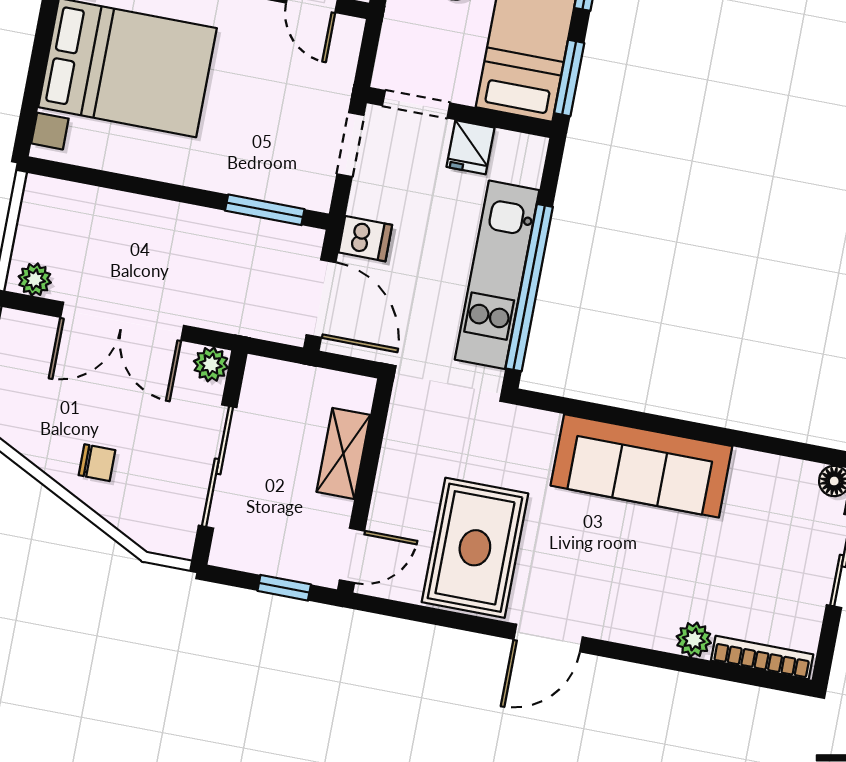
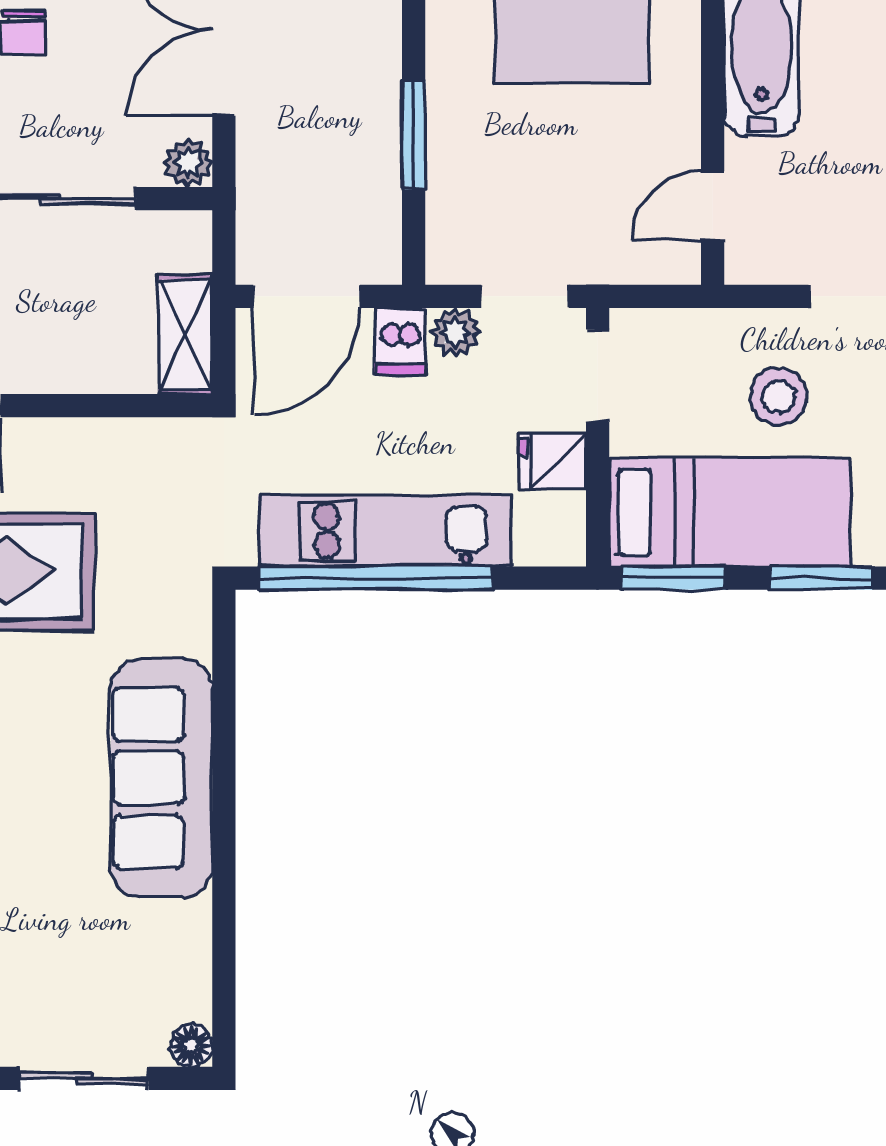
plant: (366, 199) -> (455, 332), added
window: (265, 210) -> (414, 135), moved
shelving: (343, 453) -> (185, 334), moved, turned 90

